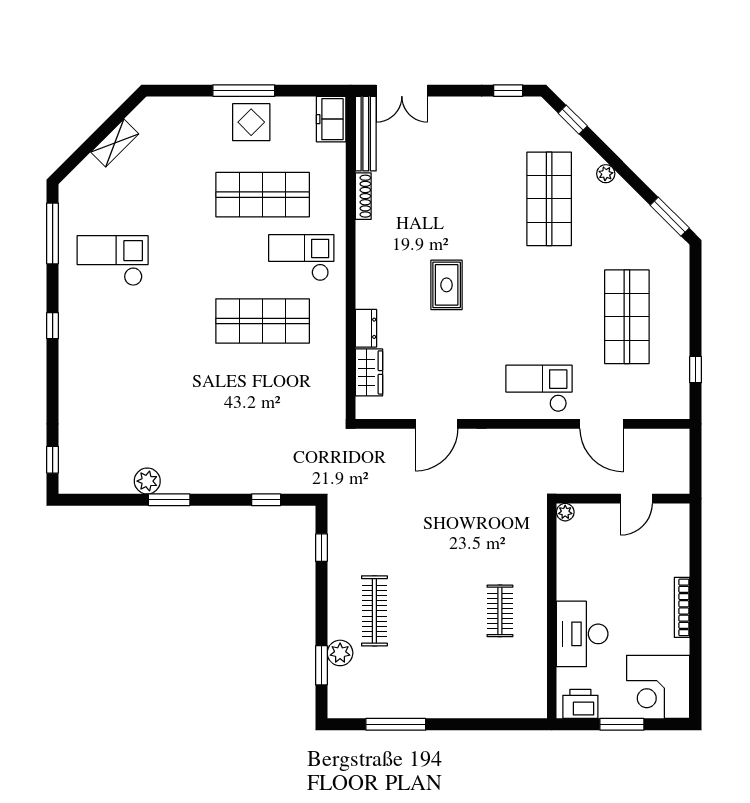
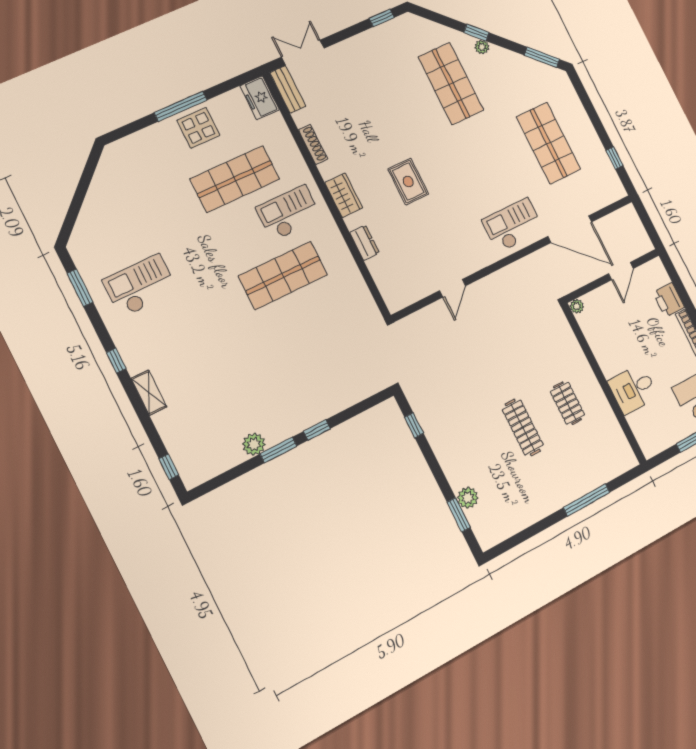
double door: (402, 91) -> (303, 53), swing flipped
window: (573, 120) -> (476, 33), moved
bench: (366, 134) -> (288, 89), width x0.73
shelving: (115, 143) -> (149, 393), moved, turned -45
window: (53, 233) -> (80, 288), width x0.69
wardrobe: (369, 372) -> (344, 195), moved
door: (437, 424) -> (453, 288), width x0.73
door: (602, 424) -> (570, 229), width x1.36
window: (266, 500) -> (317, 430), moved
clothes rail: (374, 611) -> (523, 427), moved
desk: (582, 634) -> (633, 389), width x0.73
printer: (580, 704) -> (669, 300), moved, turned -90
window: (396, 724) -> (587, 500), moved

